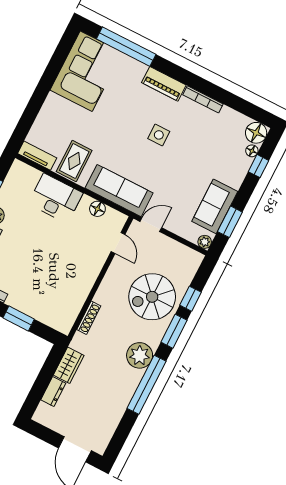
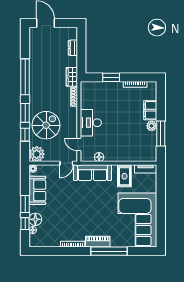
window: (126, 47) -> (109, 251), moved
corner sofa: (86, 71) -> (137, 220), width x1.36, depth x1.36
floor lamp: (256, 133) -> (35, 219), moved
side table: (159, 135) -> (87, 213), removed
desk: (56, 198) -> (91, 123), moved, turned 90
window: (230, 222) -> (25, 204), moved
plant: (140, 355) -> (37, 154), moved
wardrobe: (69, 365) -> (72, 77), moved

